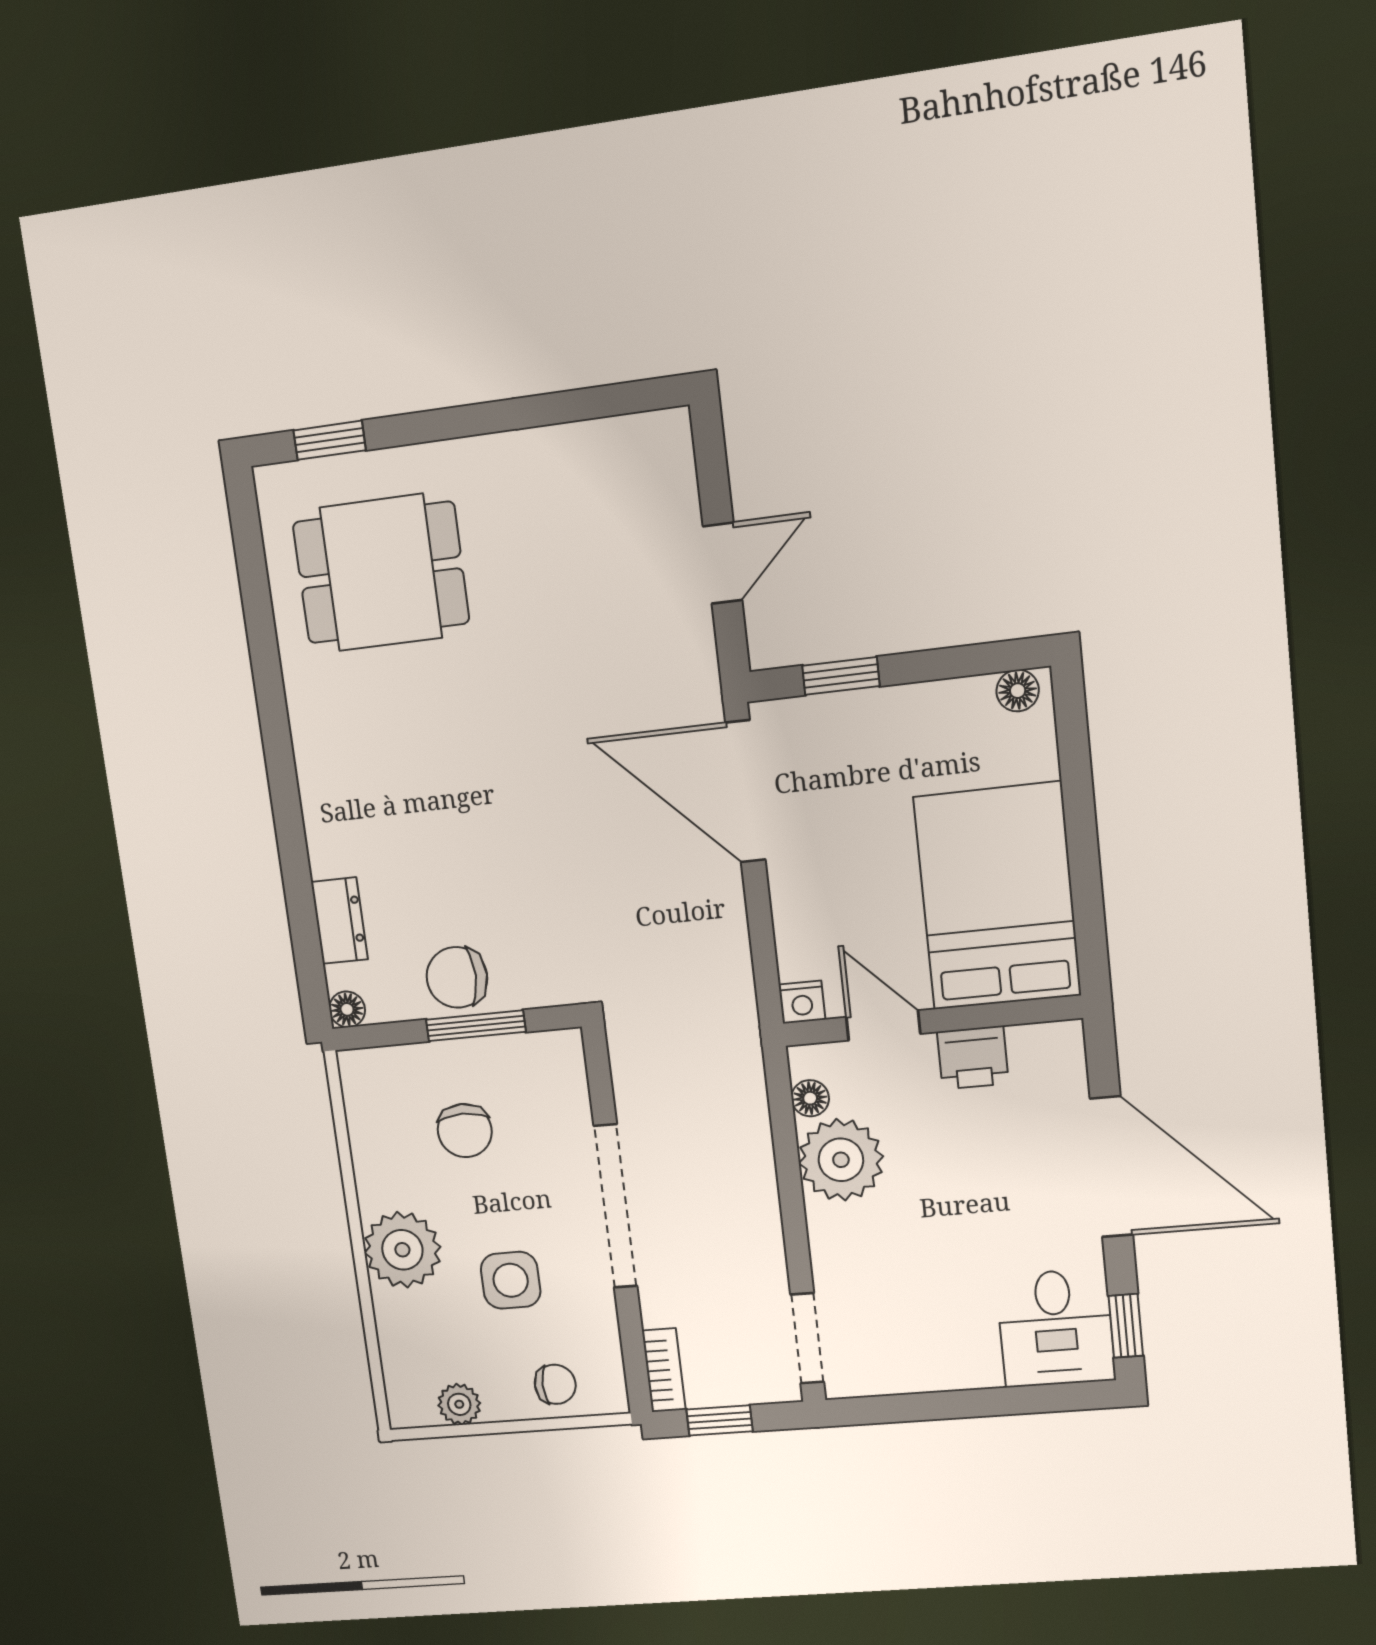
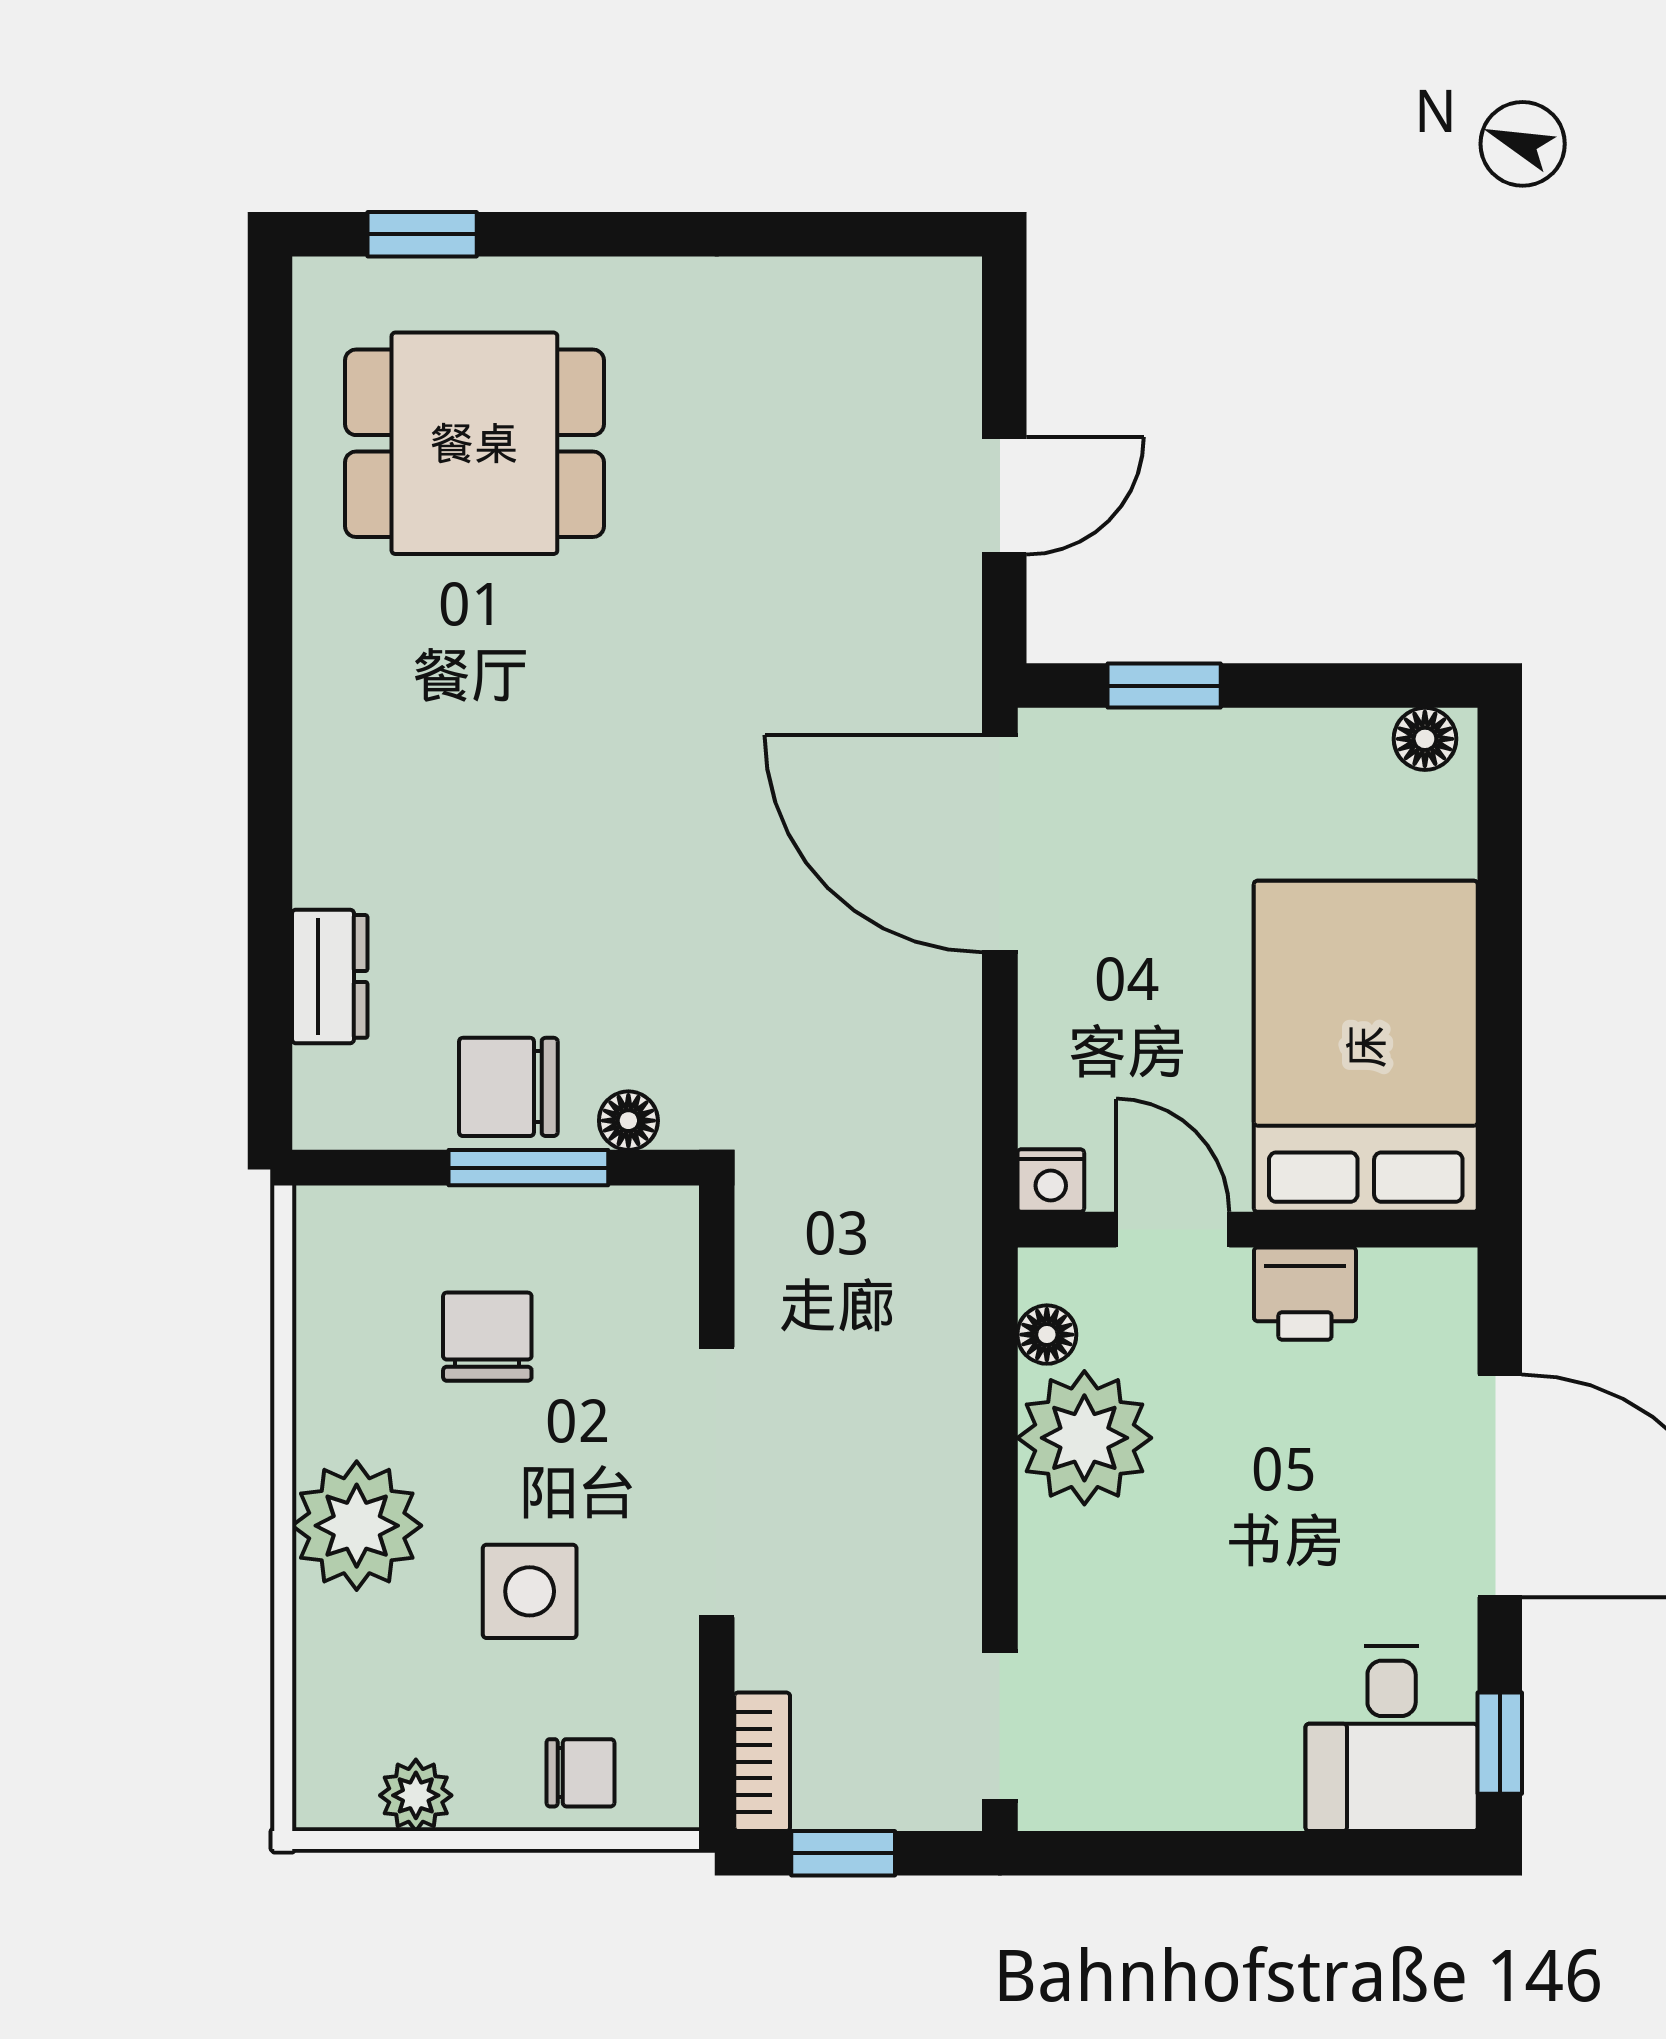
floor lamp: (347, 1009) -> (628, 1121), moved
chair: (465, 1131) -> (487, 1337), turned 180

